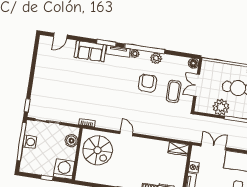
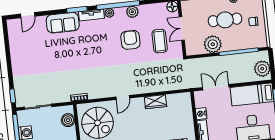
door: (126, 134) -> (123, 98), swing flipped
wardrobe: (179, 149) -> (155, 102), moved

